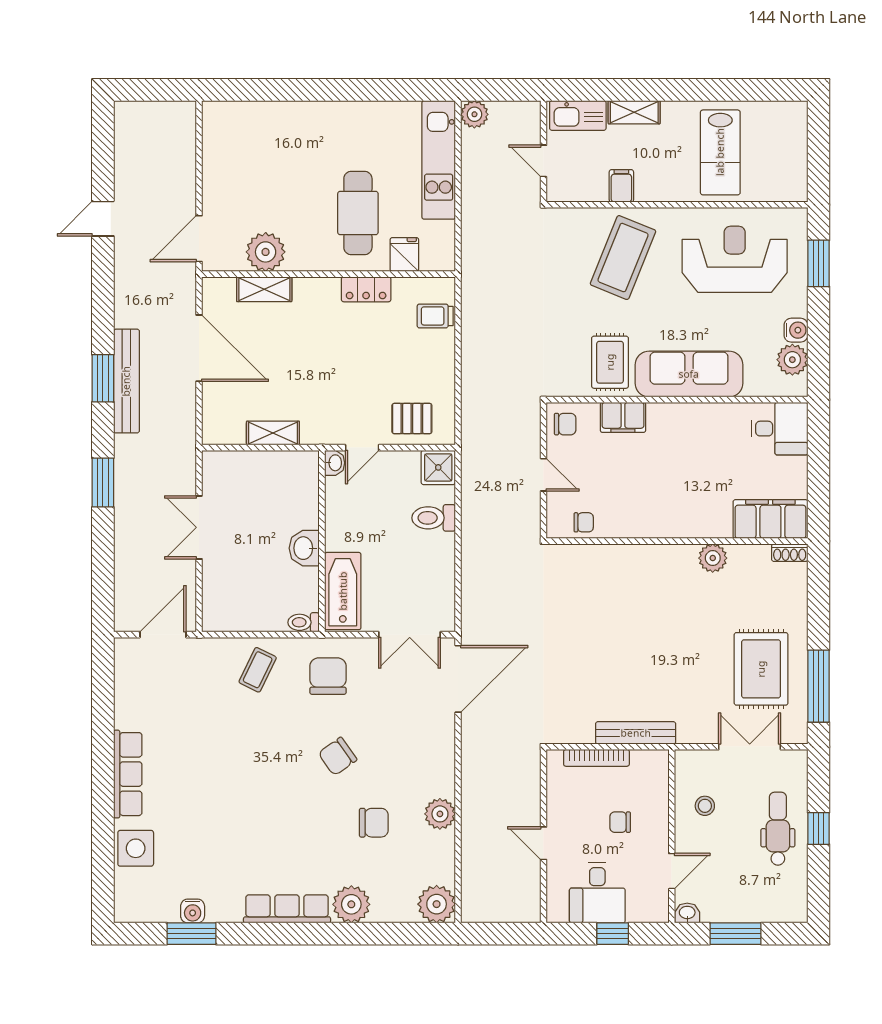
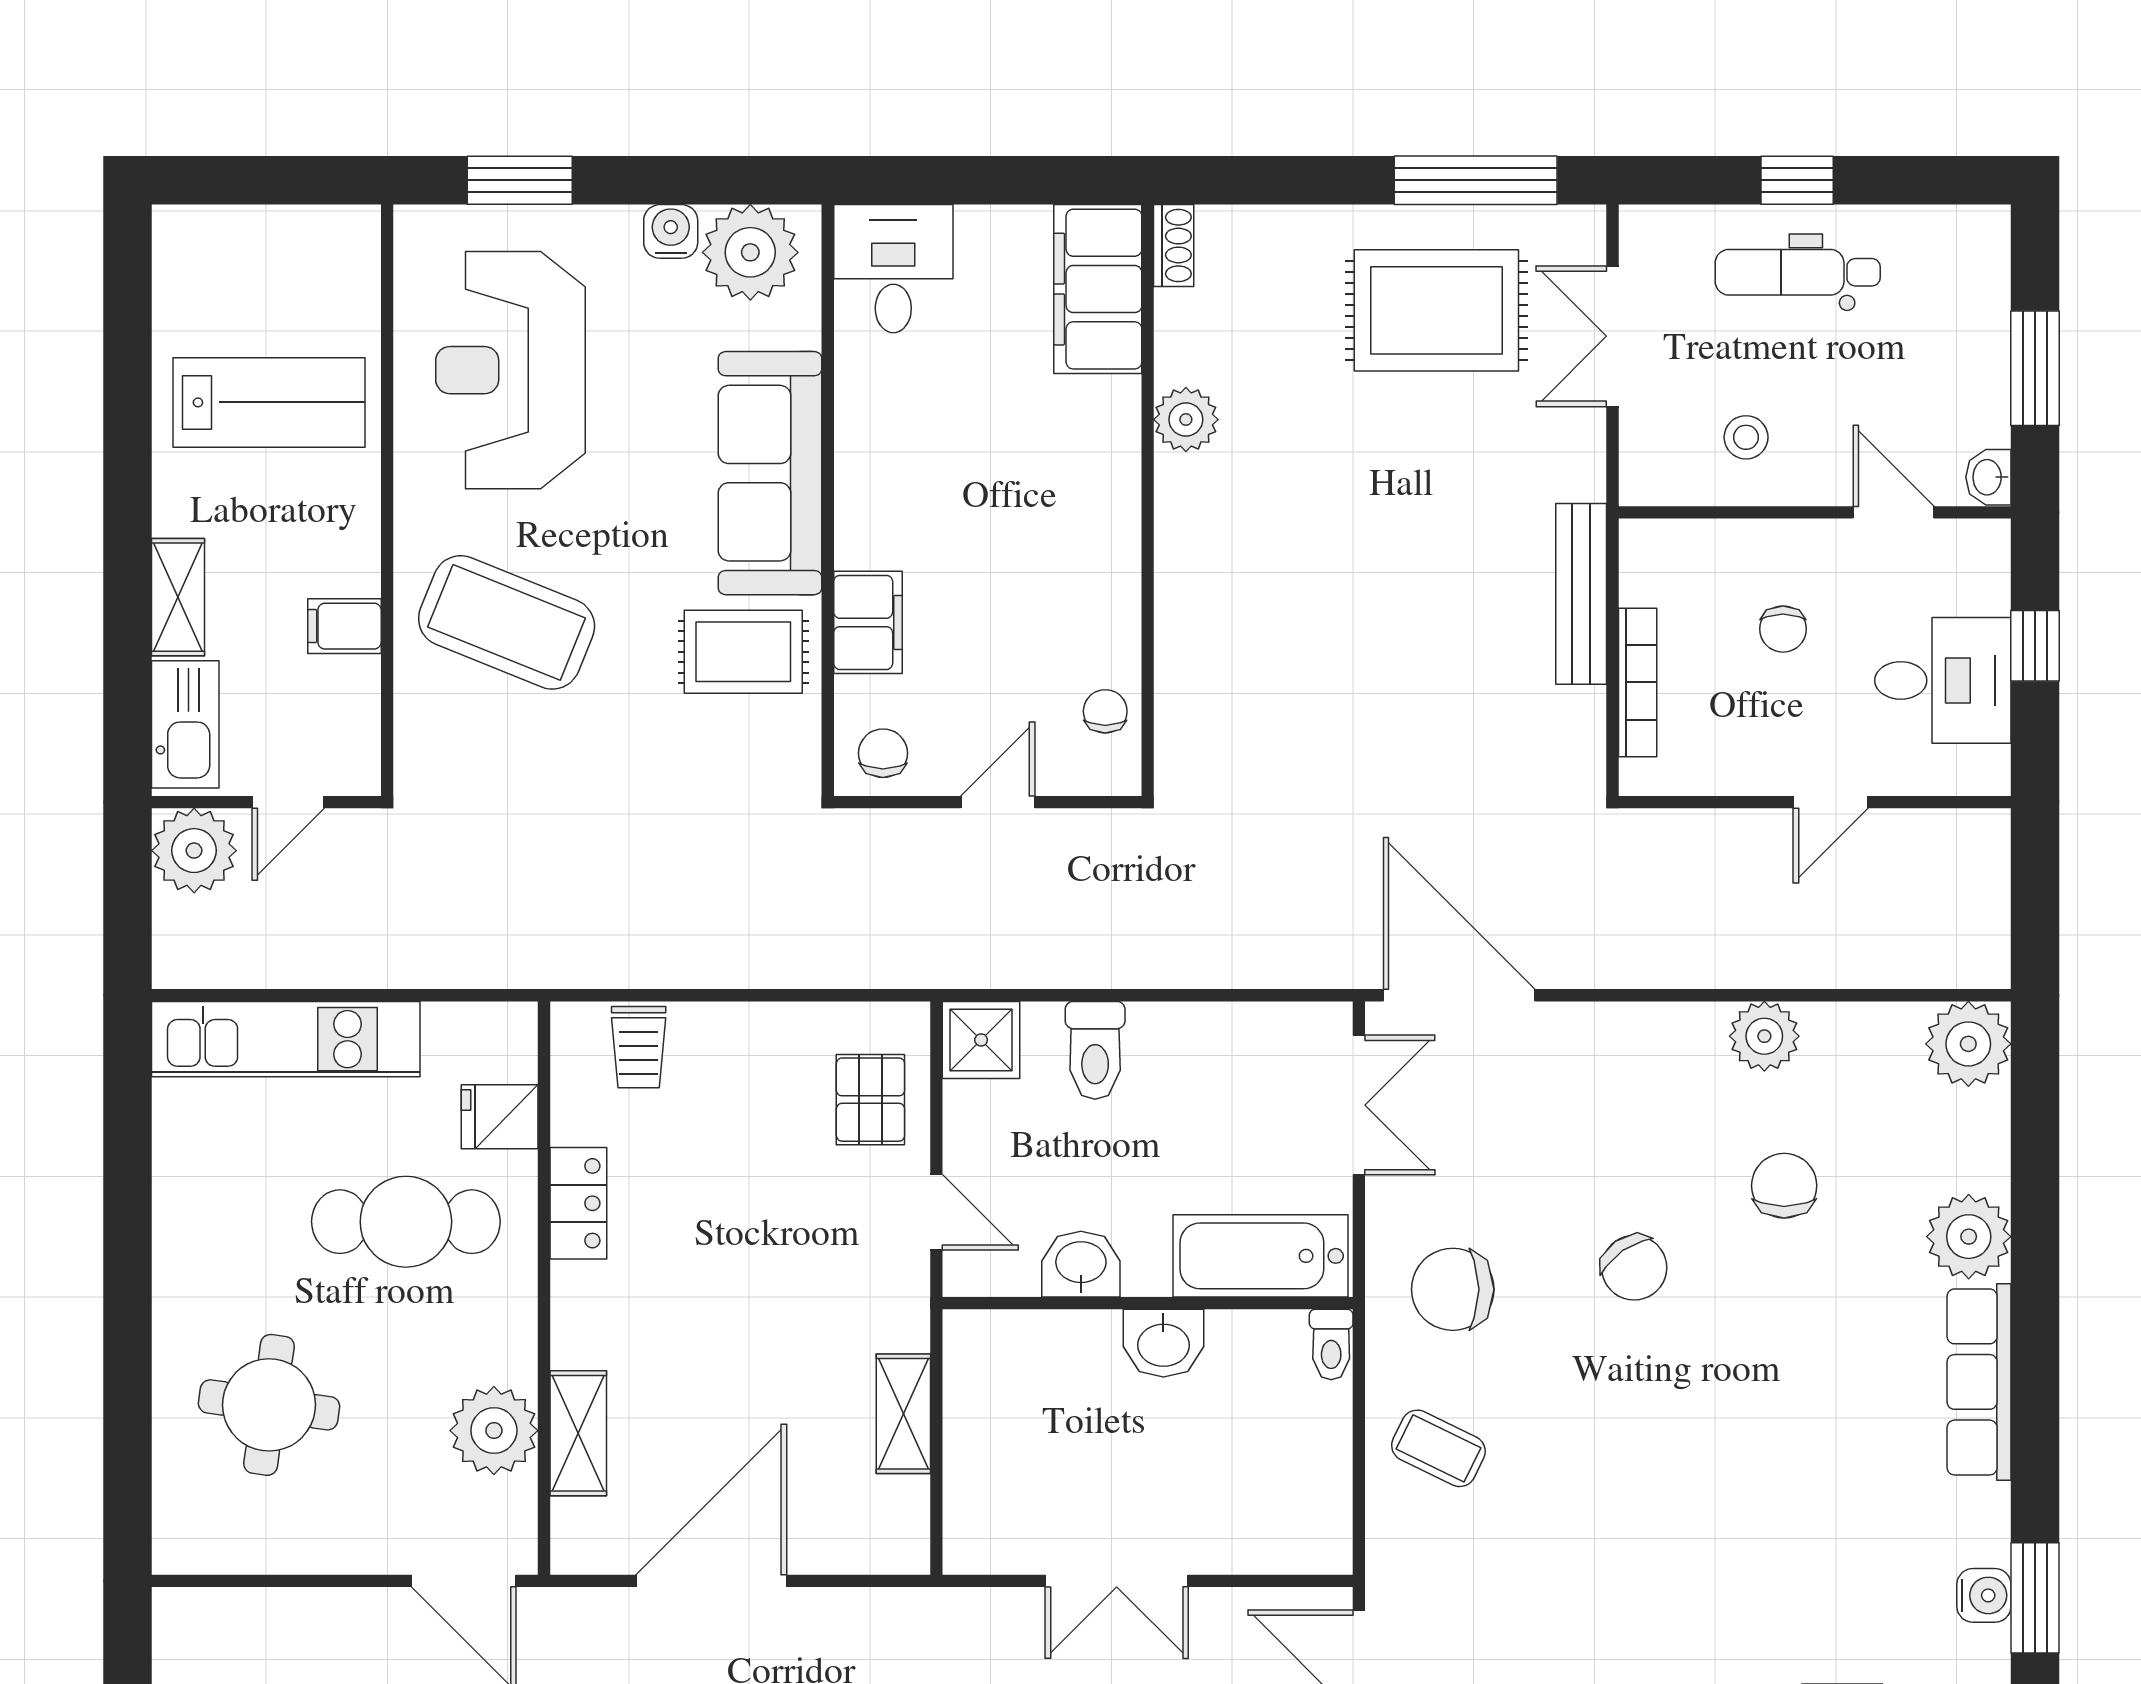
plant: (474, 114) -> (194, 851), moved, width x1.36, depth x1.36
round table: (277, 152) -> (269, 1405), added
plant: (792, 360) -> (750, 252), width x1.36, depth x1.36
washbasin: (335, 463) -> (1081, 1264), moved, width x1.38, depth x1.45

